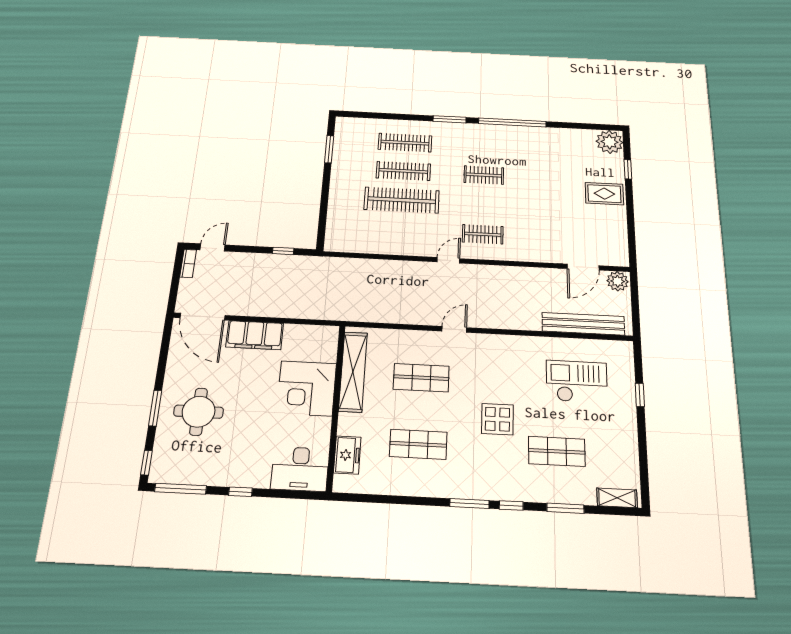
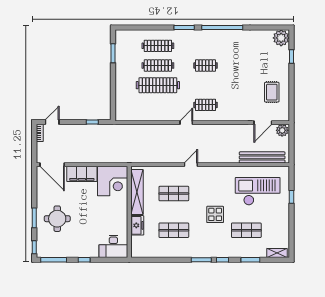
rug: (604, 194) -> (272, 92), moved, turned 90
checkout: (577, 382) -> (258, 191), width x1.36, depth x1.21
corner desk: (307, 388) -> (112, 181), moved, turned -90
freezer: (347, 455) -> (137, 225), moved

